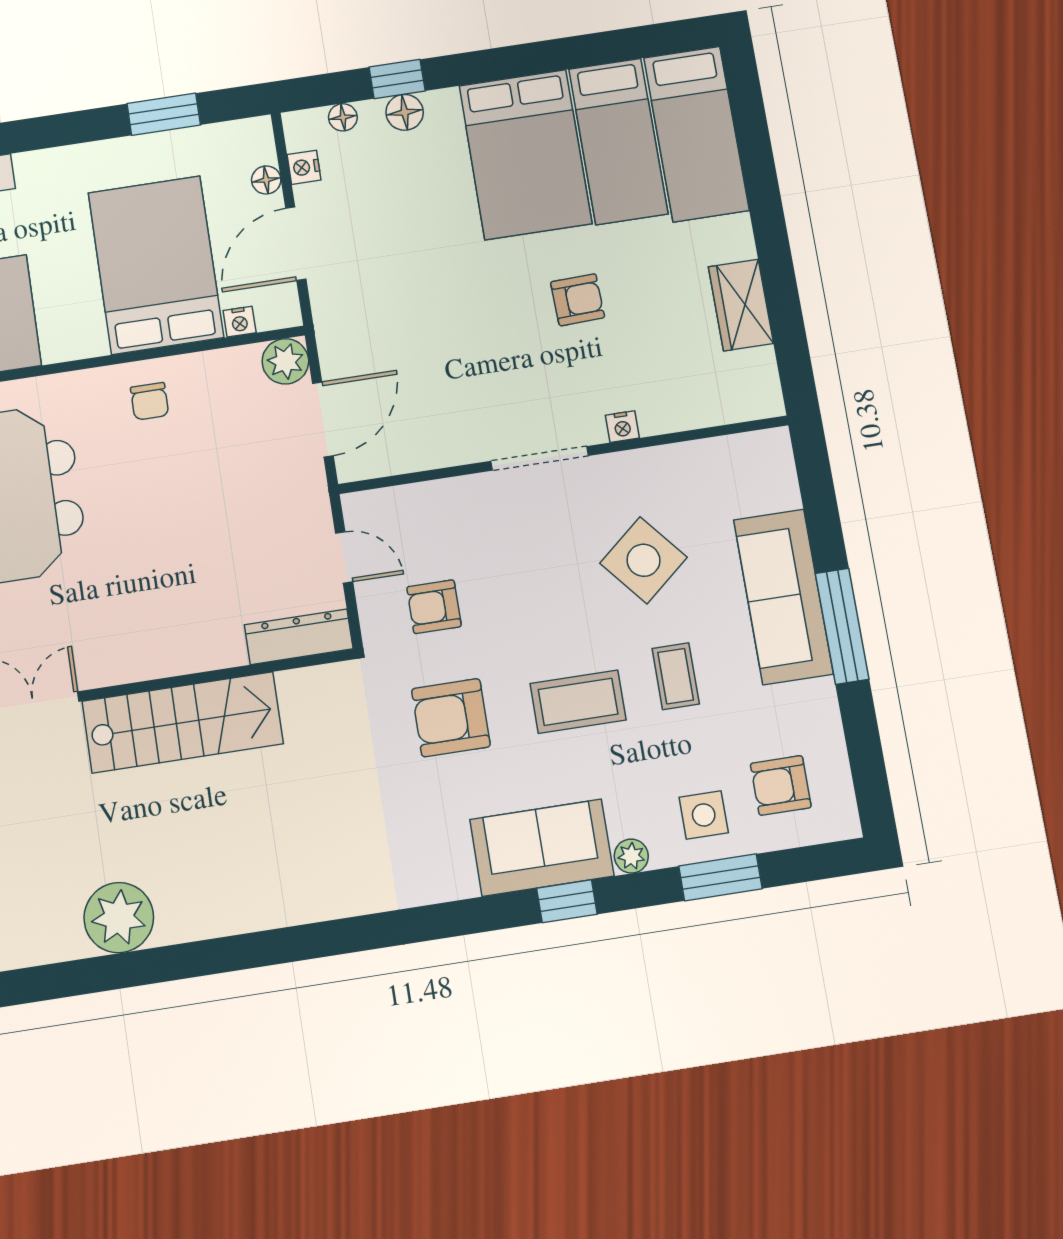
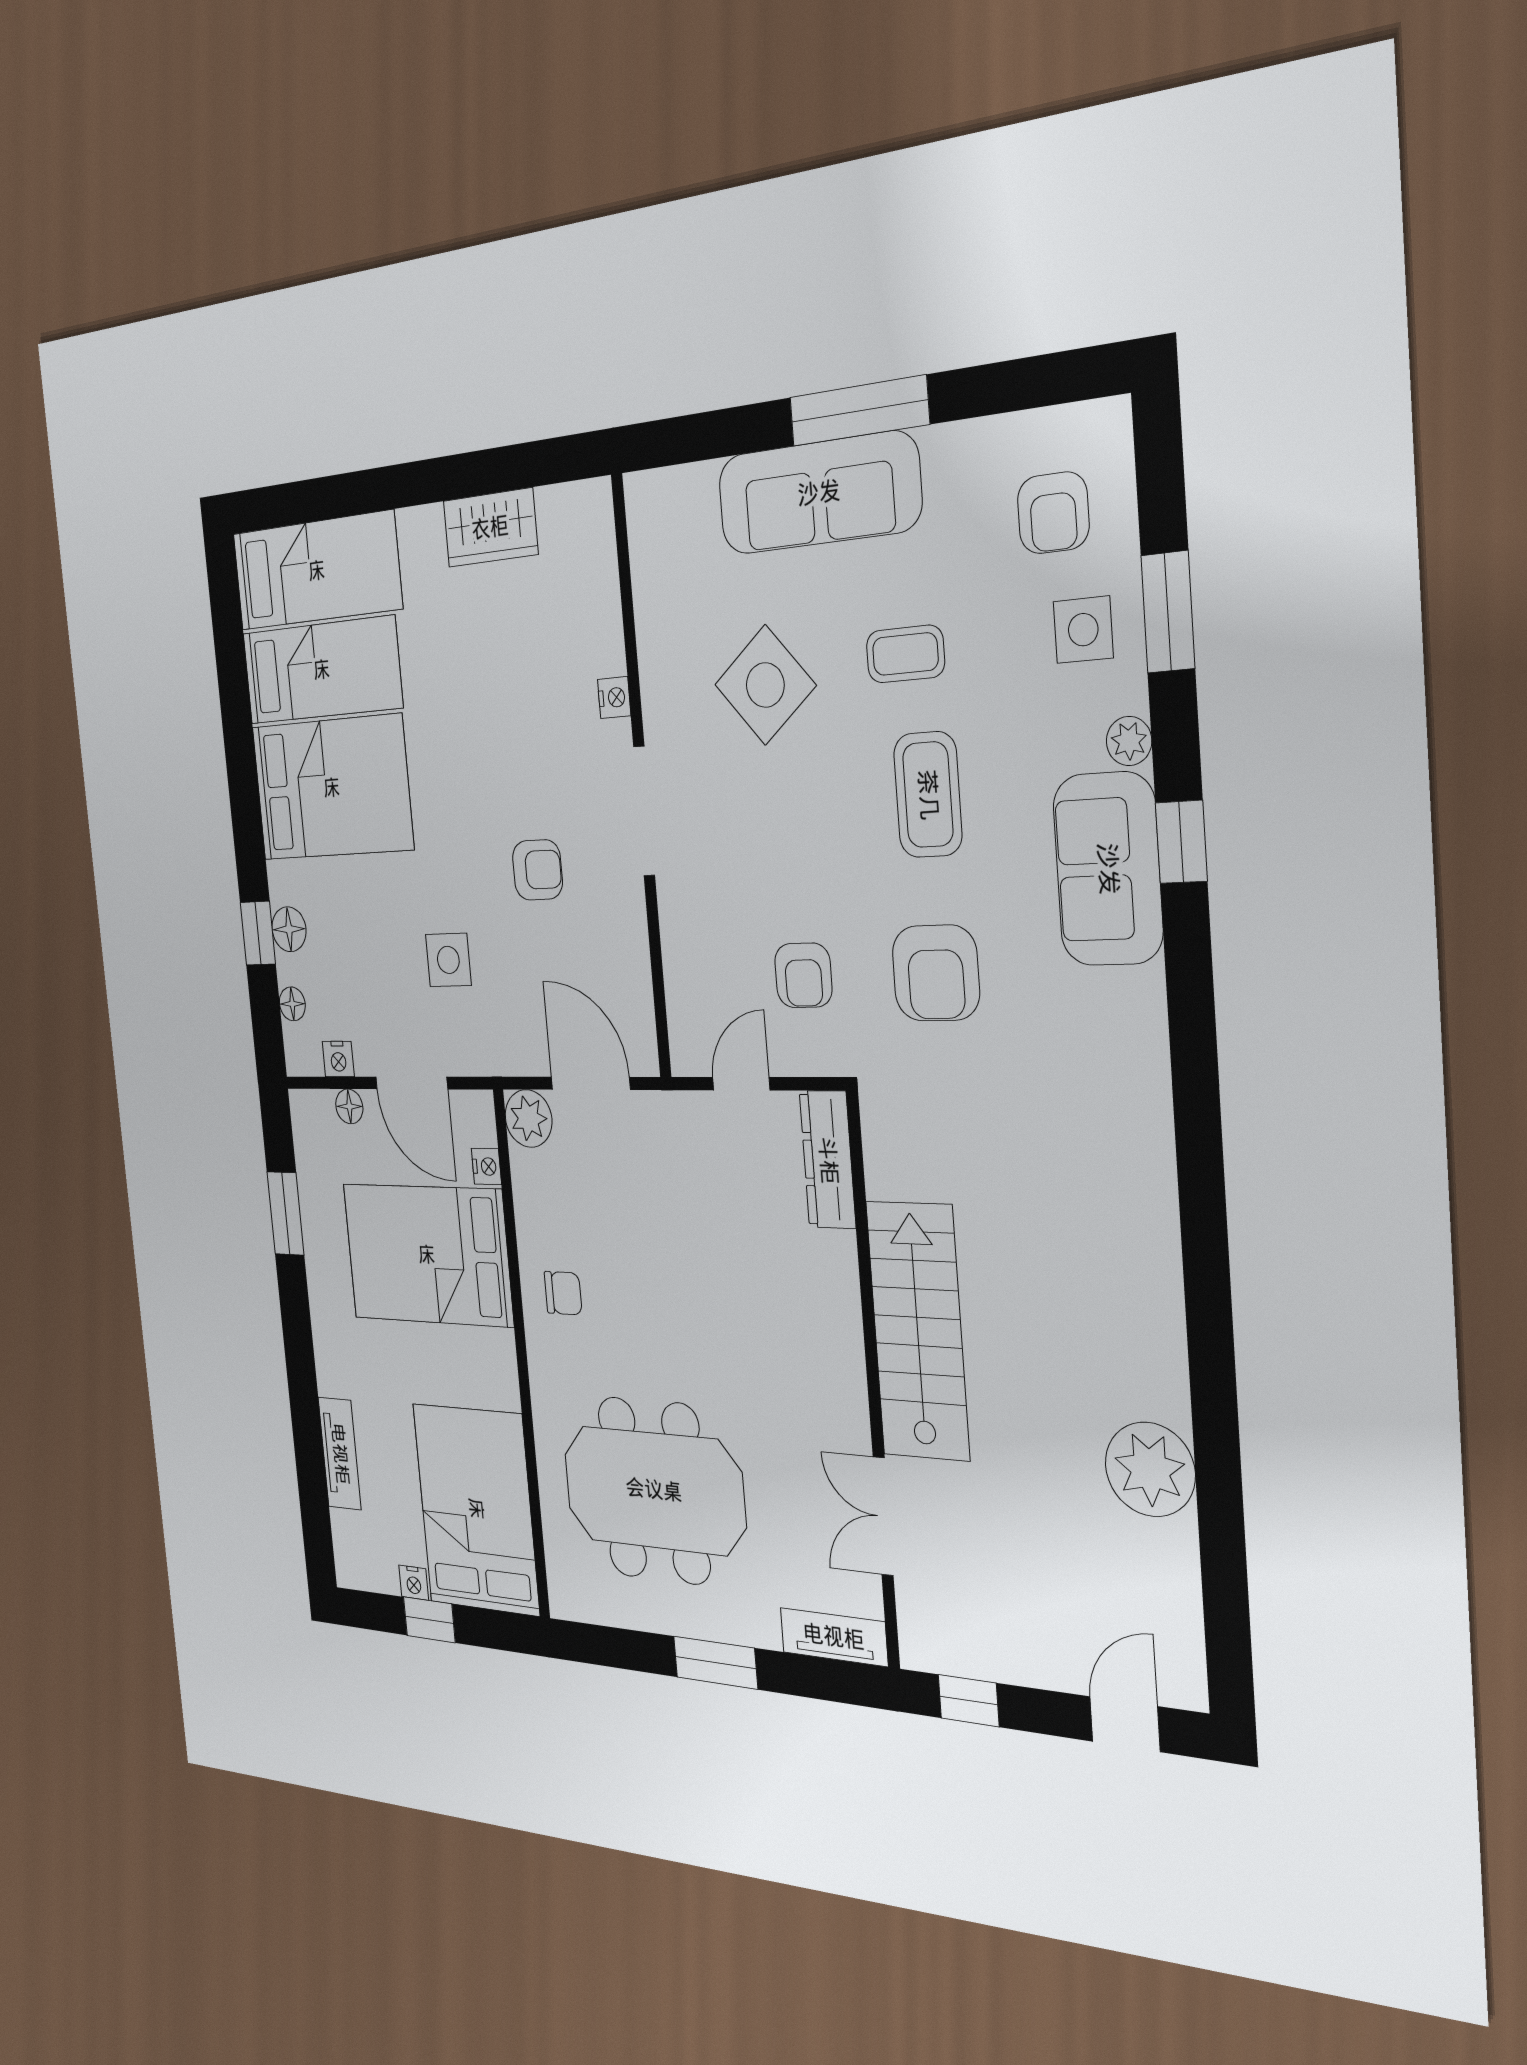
side table: (401, 277) -> (448, 960), added
armchair: (578, 300) -> (537, 870), moved, turned 92

